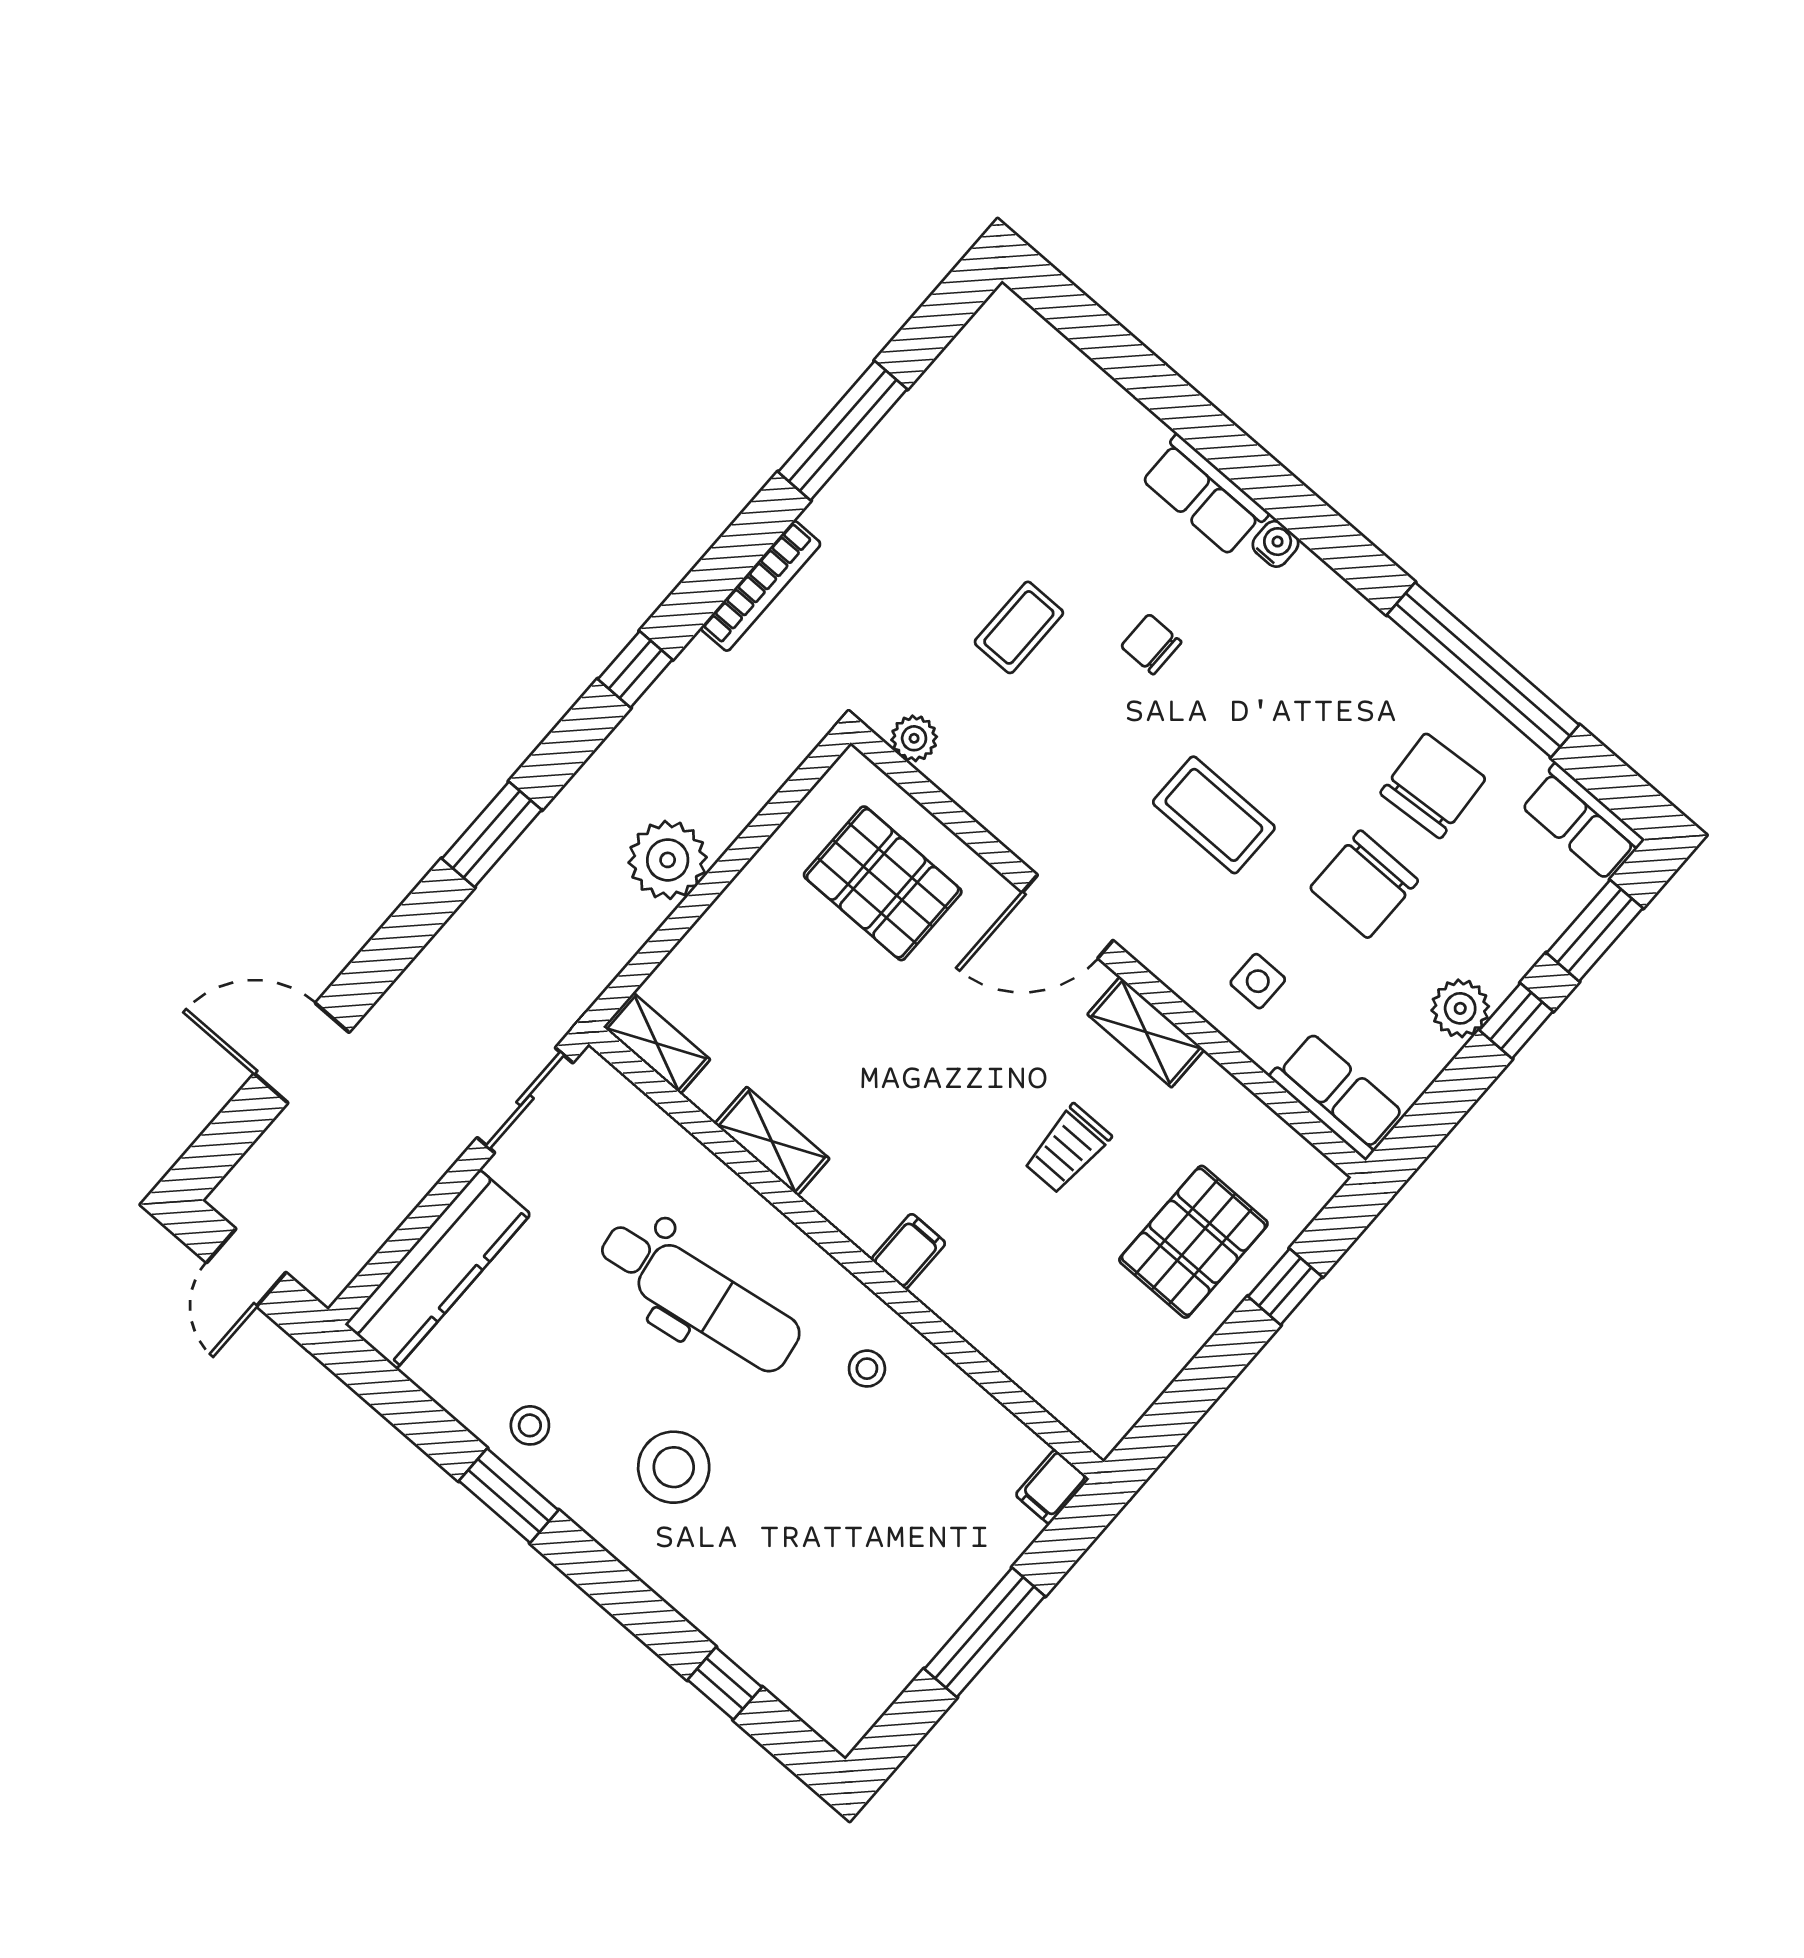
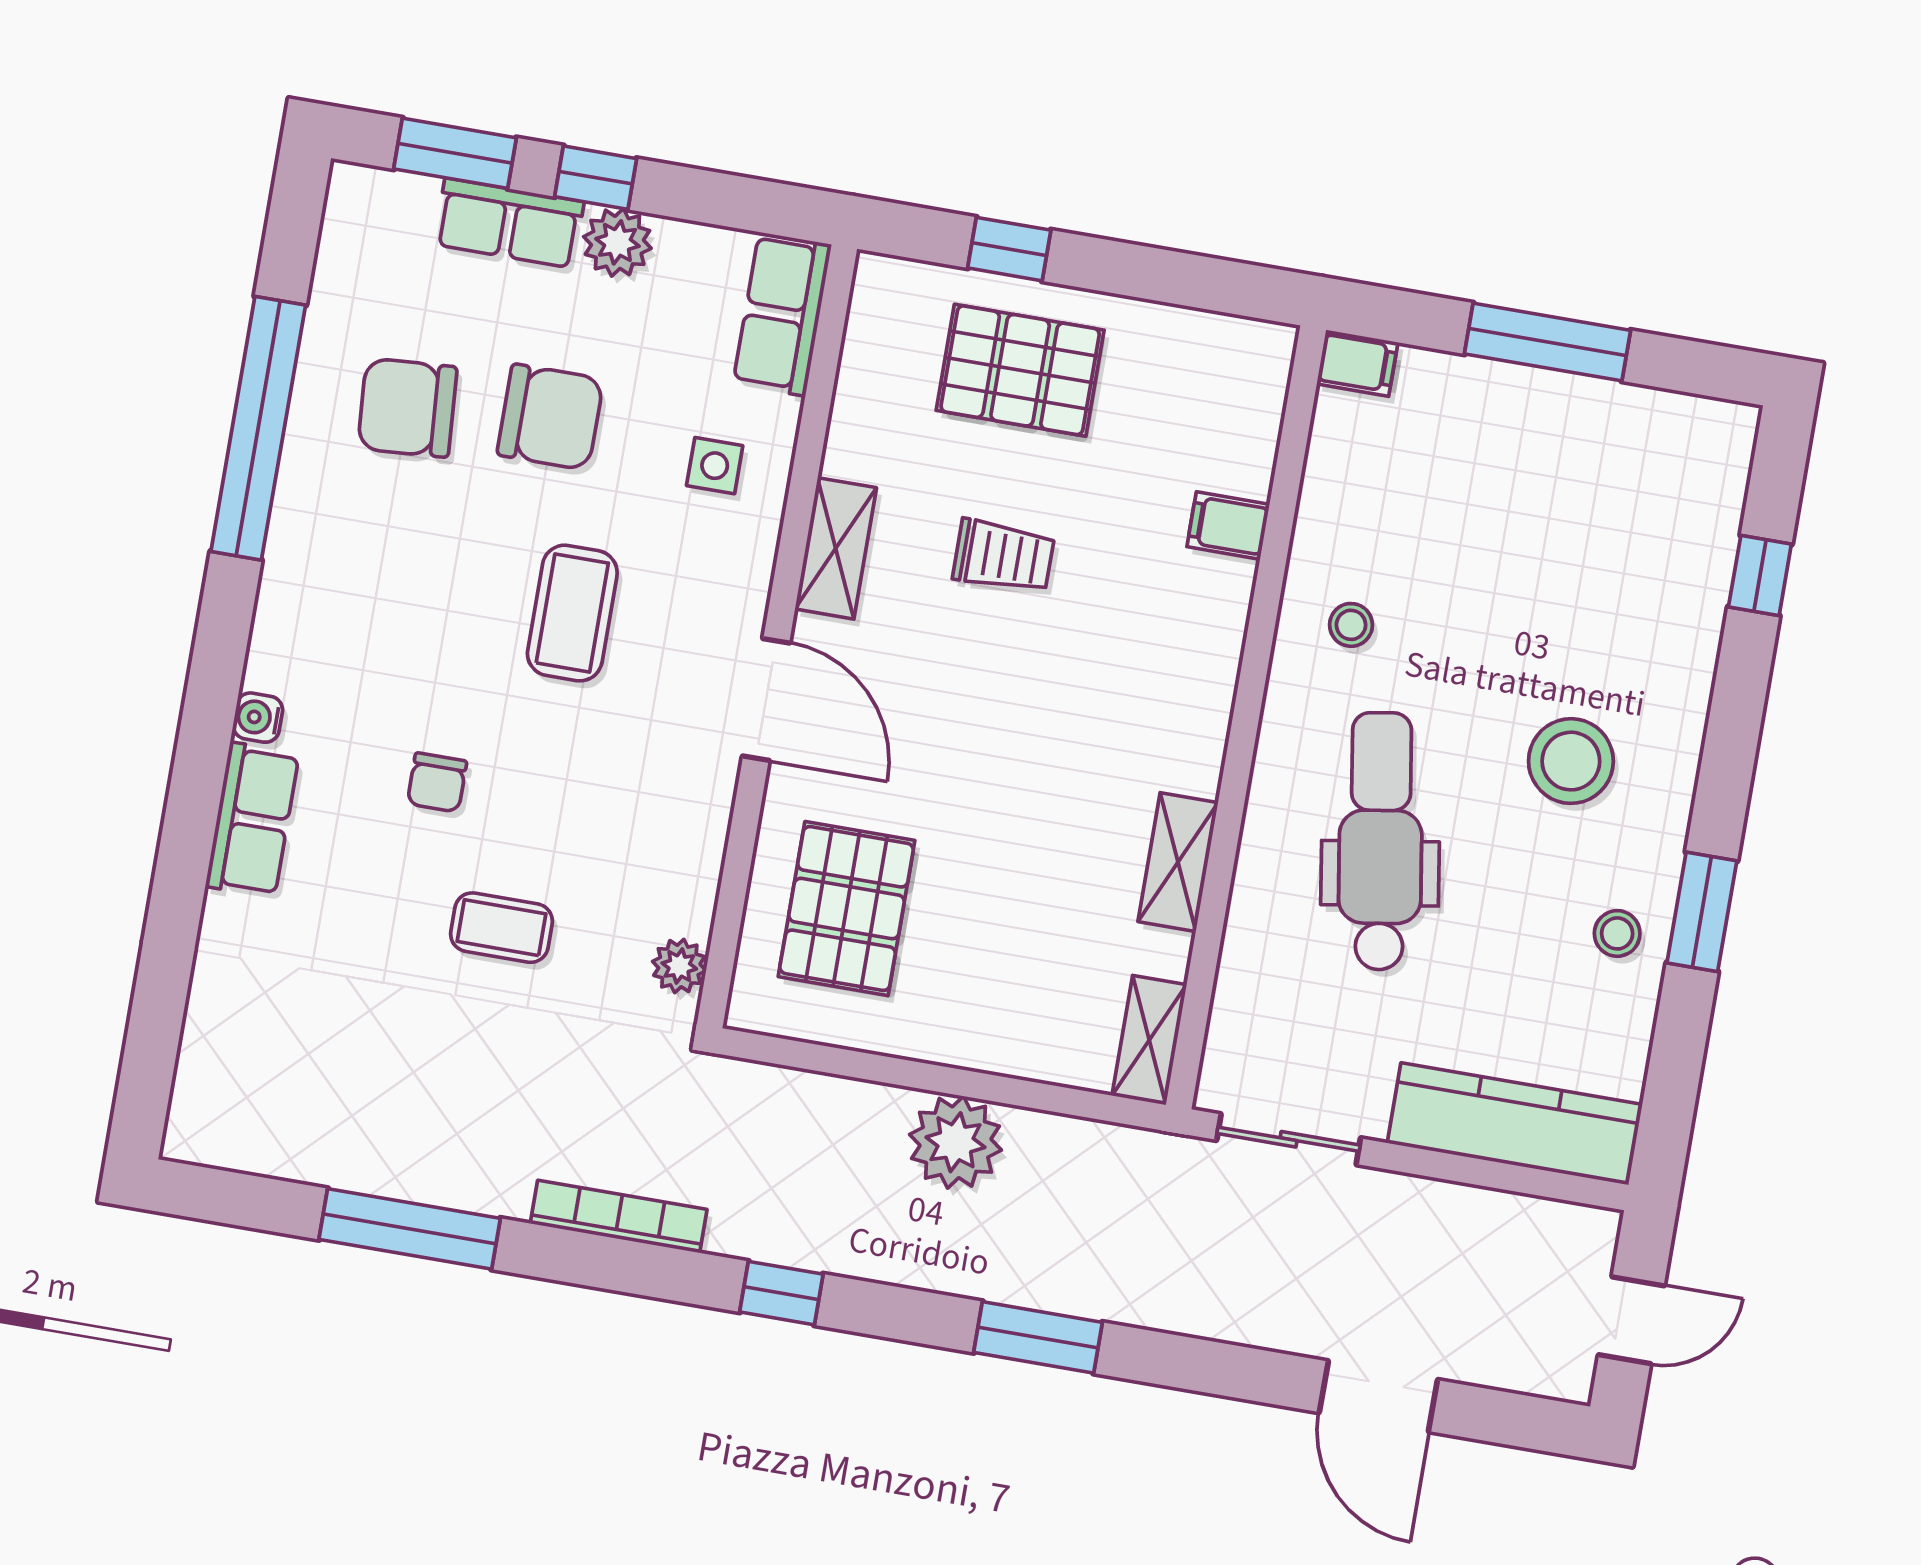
row of seats: (1582, 822) -> (509, 223), moved, turned 90
filing cabinet: (908, 1251) -> (1228, 526), moved

